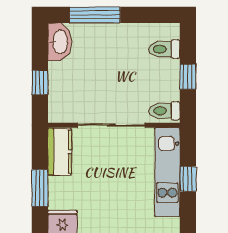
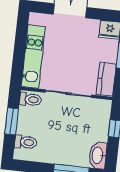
window: (188, 77) -> (12, 121), width x1.50
window: (188, 179) -> (19, 50), removed

